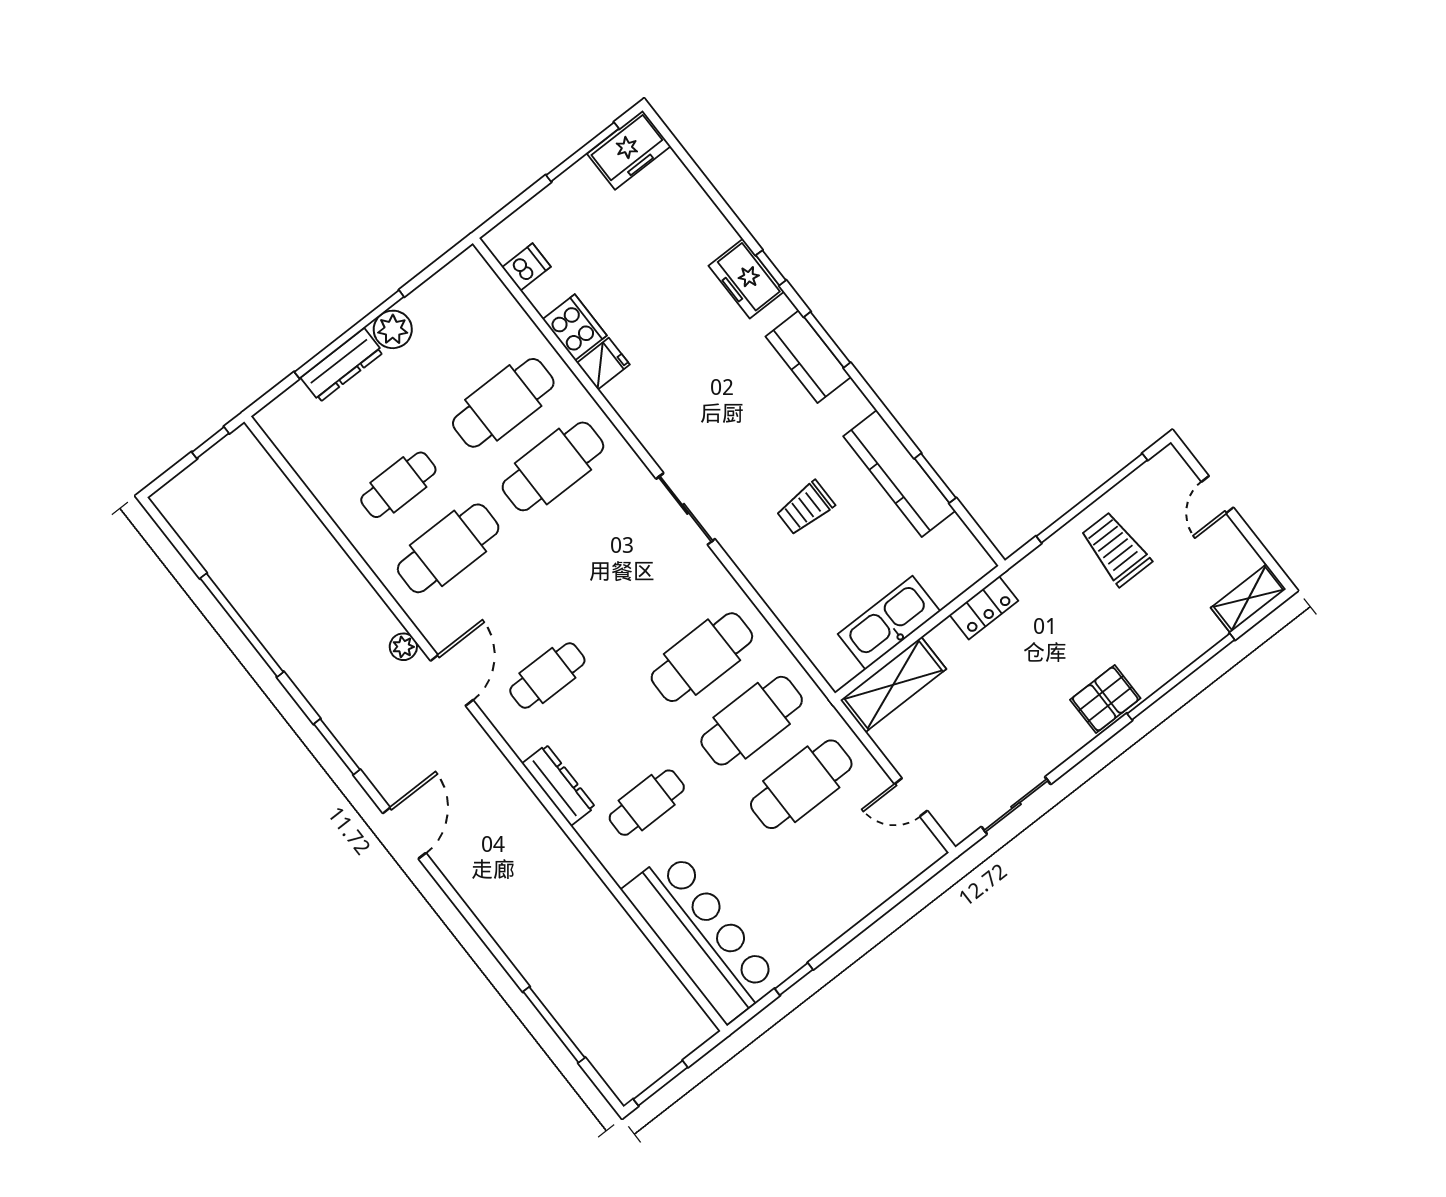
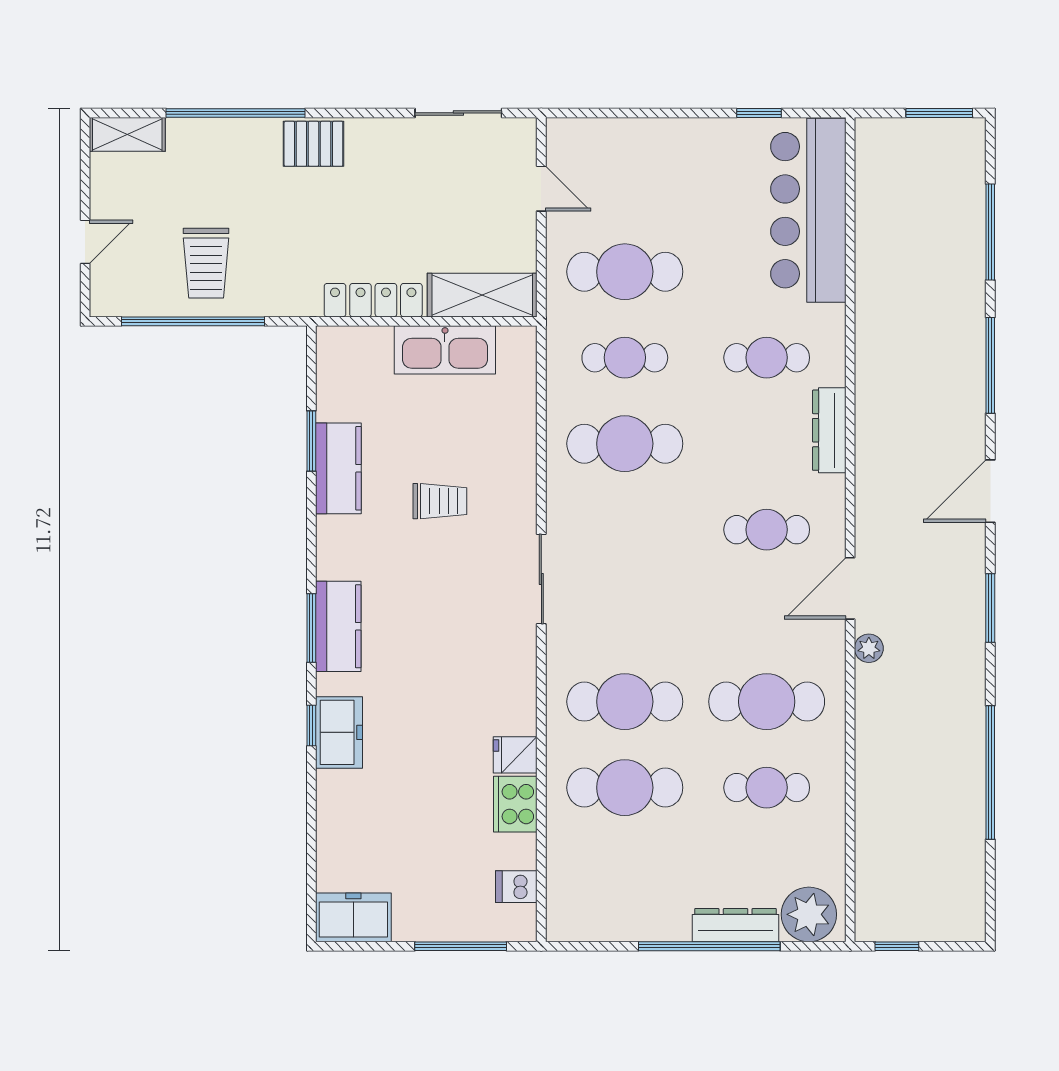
window: (583, 152) -> (461, 946), moved
plant: (393, 329) -> (809, 914), moved, width x1.36, depth x1.36
kitchen counter: (899, 474) -> (338, 468), width x0.67
locker: (984, 608) -> (373, 300), width x1.53
cafe table: (752, 721) -> (625, 358), width x0.73, depth x0.74
window: (477, 926) -> (990, 365), added

